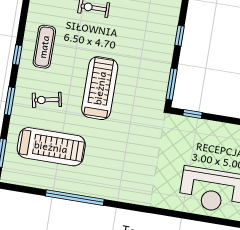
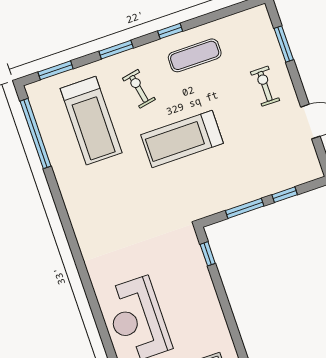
window: (172, 84) -> (245, 208), moved
treadmill: (100, 88) -> (182, 139), turned 180
window: (75, 198) -> (36, 134), moved

